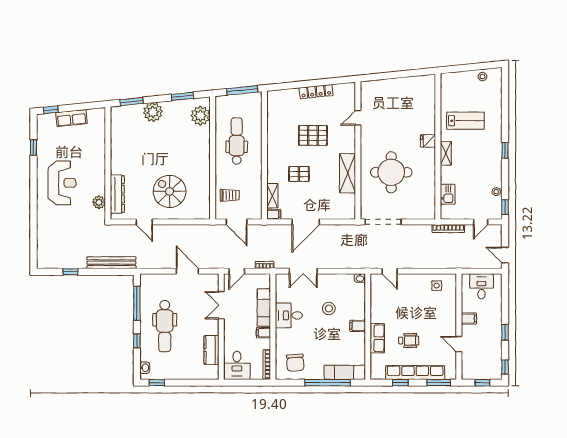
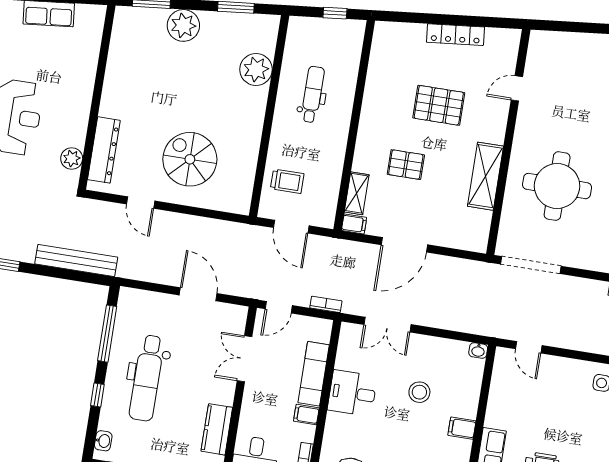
window: (242, 90) -> (335, 13), width x0.46
plant: (200, 116) -> (256, 69), moved
dental chair: (237, 141) -> (313, 94), width x0.73, depth x0.72

